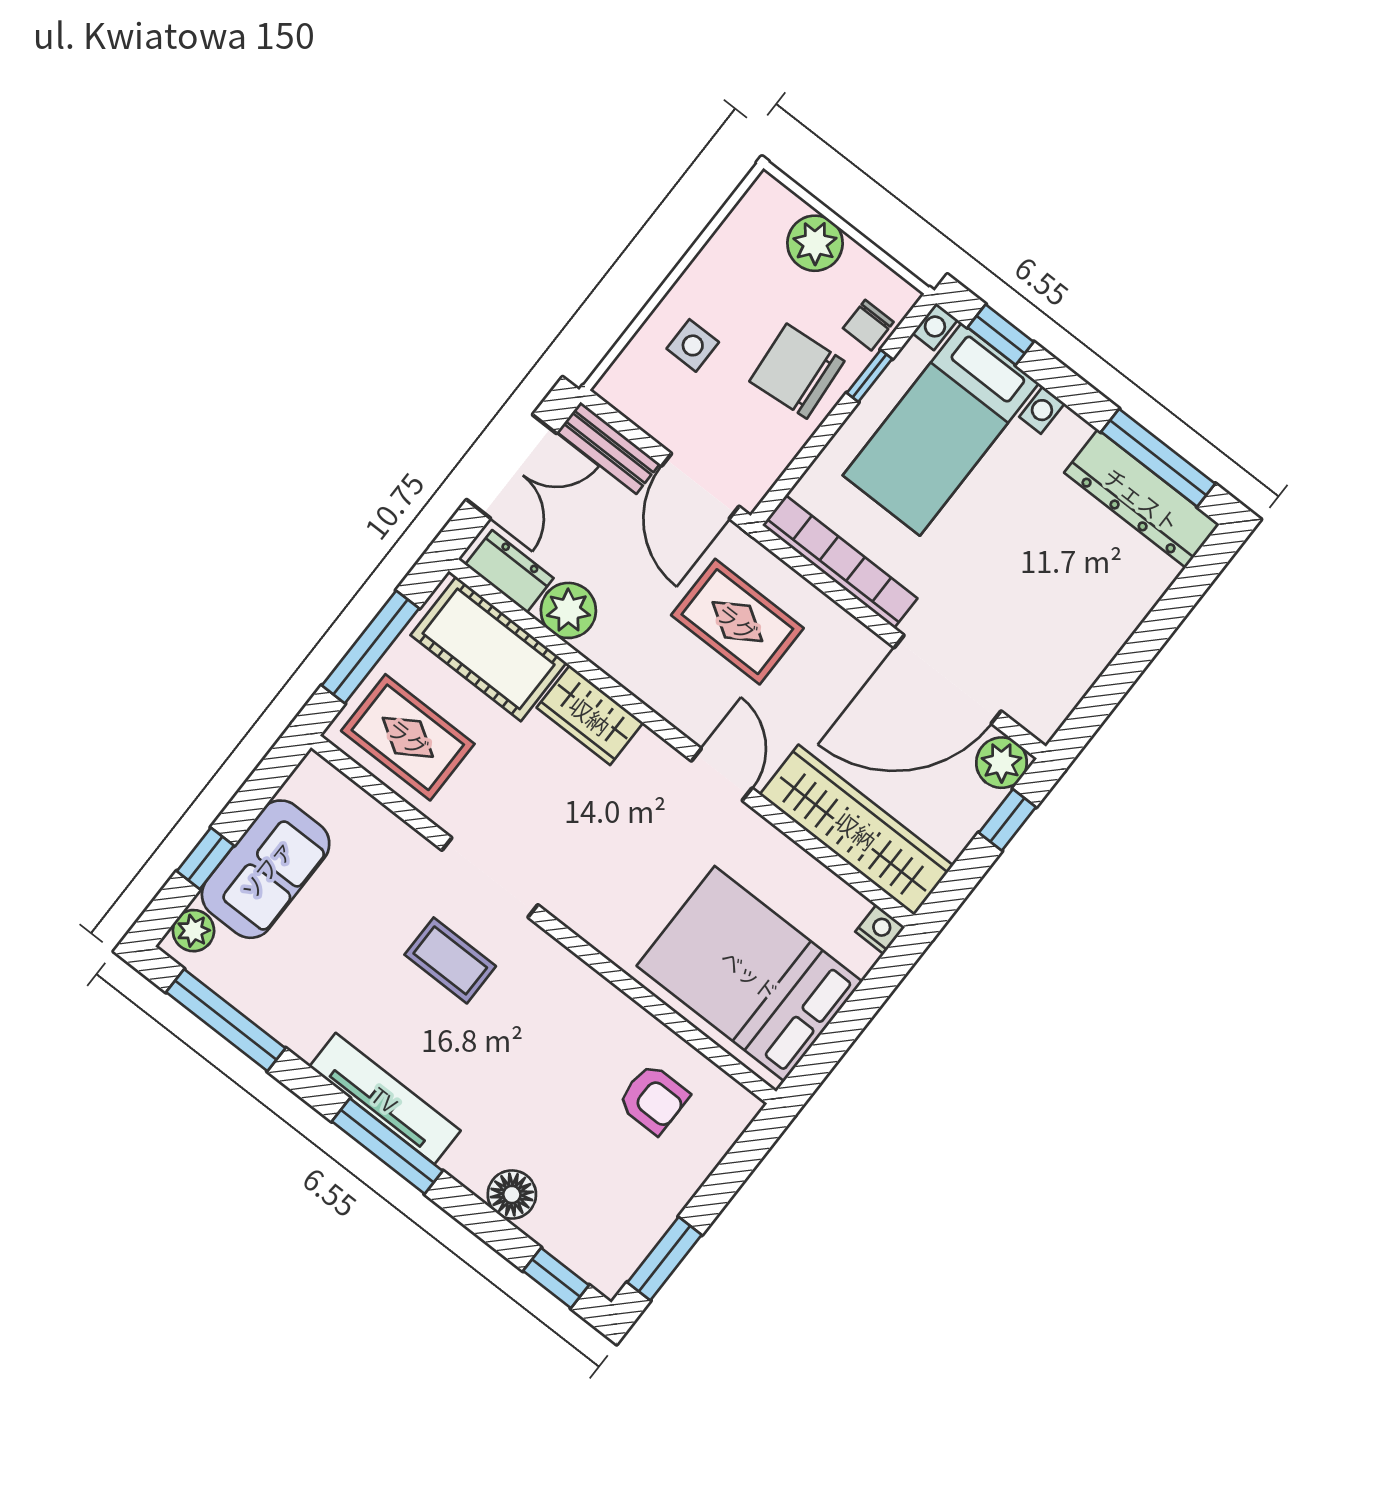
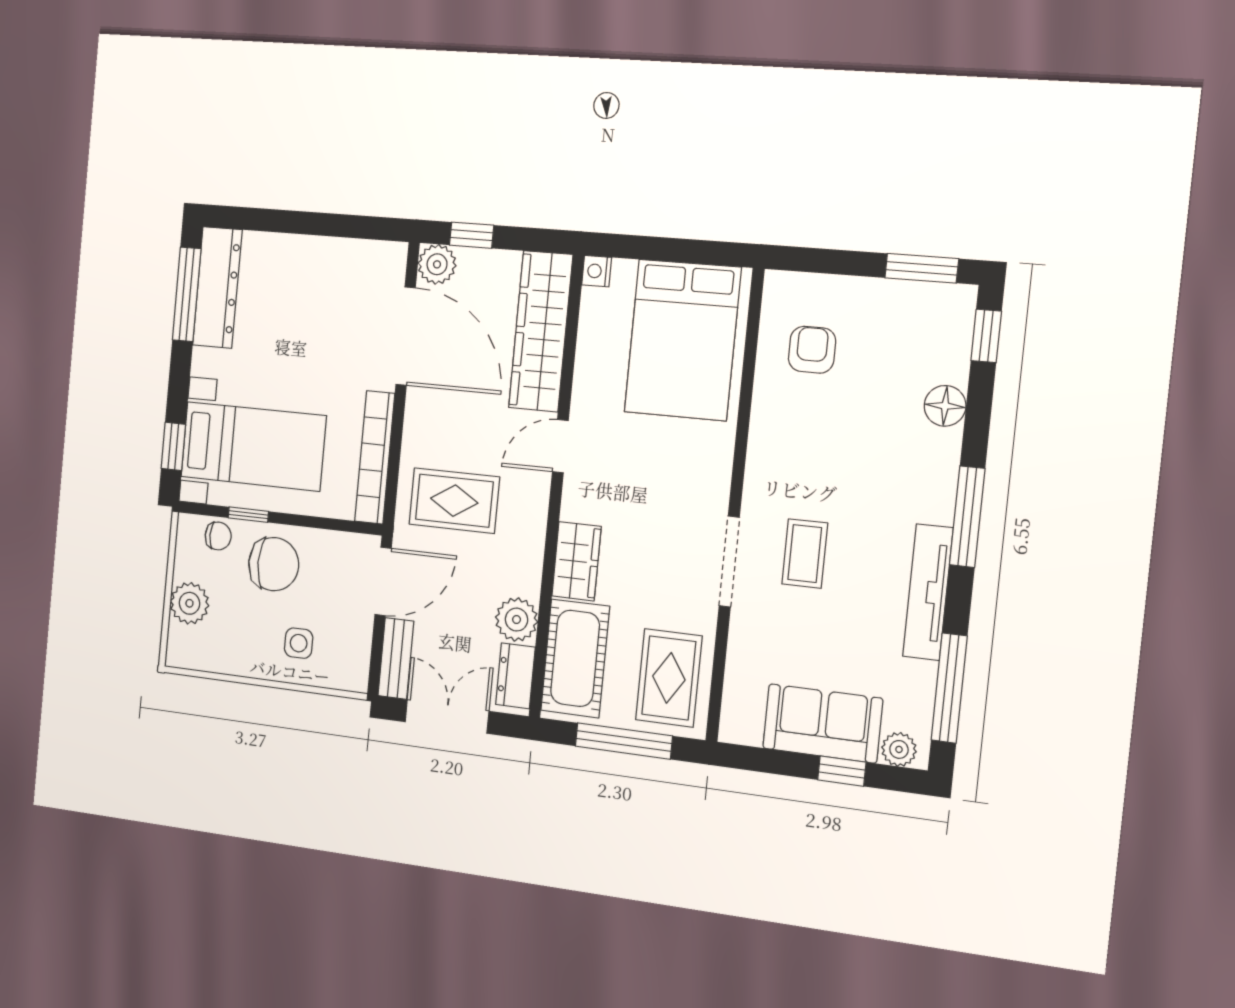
chair: (797, 371) -> (274, 564), turned -85
rug: (737, 622) -> (454, 501), turned 90
tv unit: (385, 1099) -> (928, 592), moved

